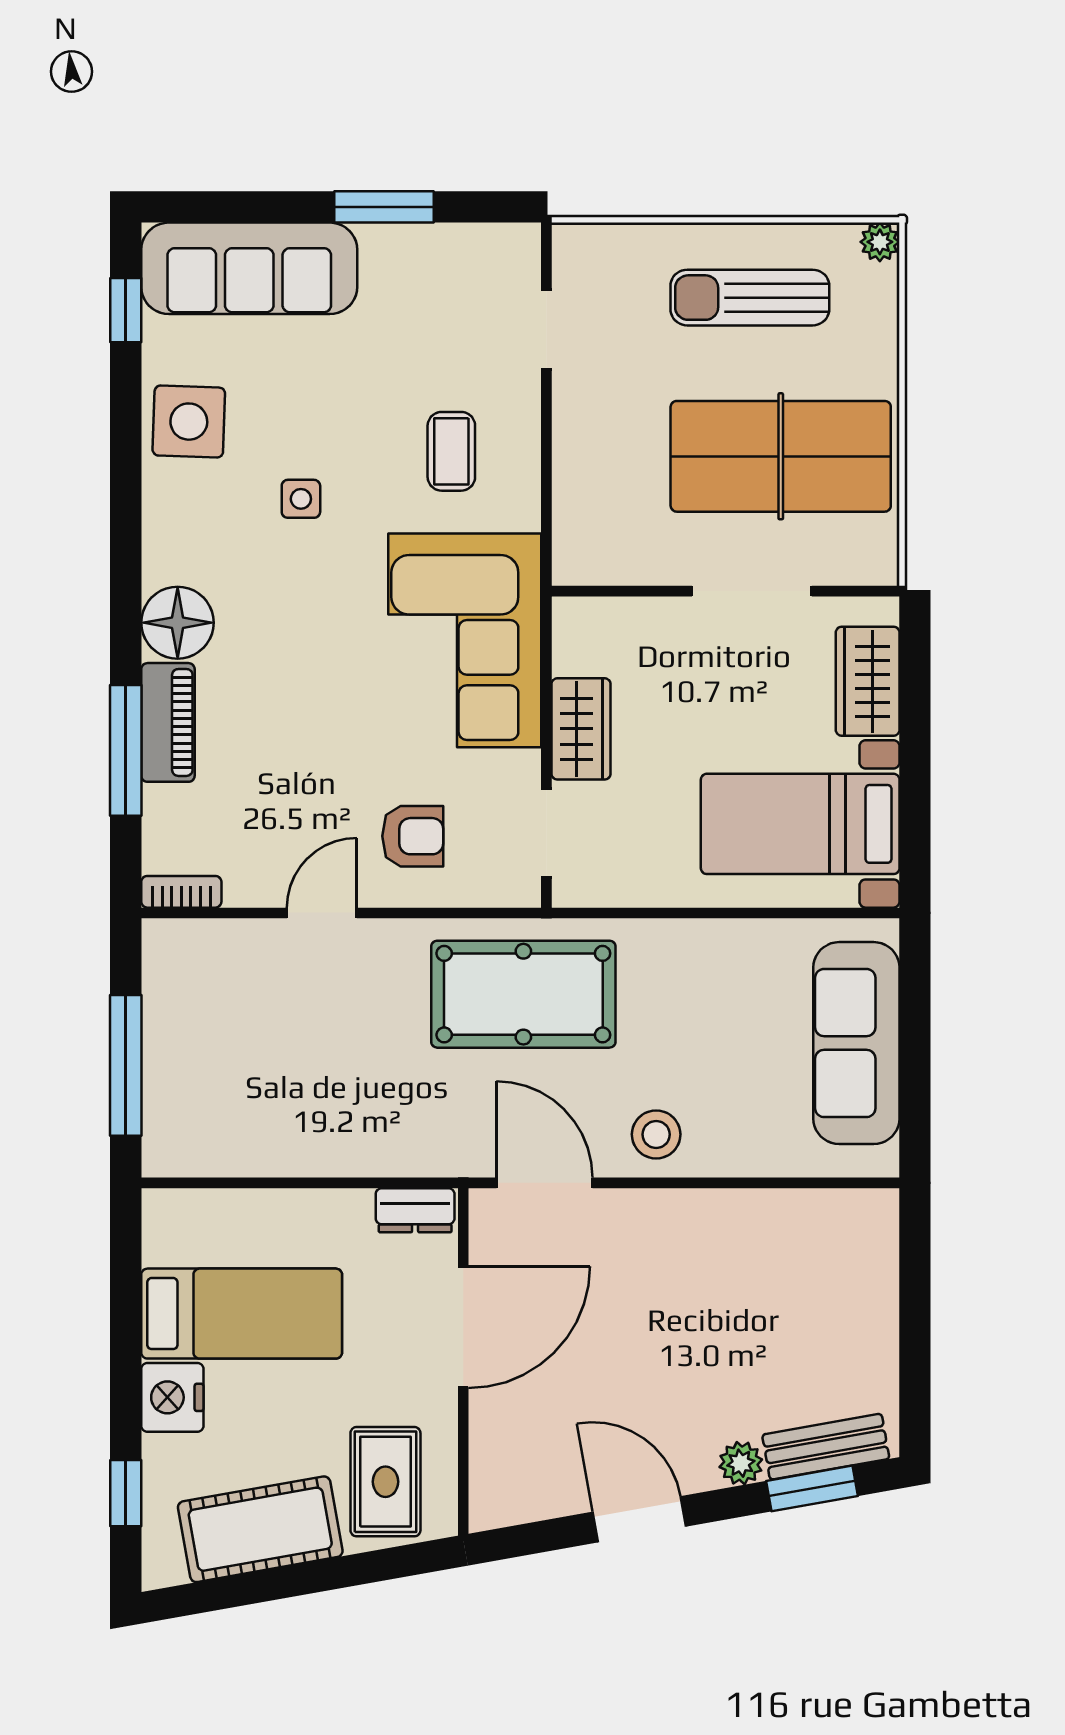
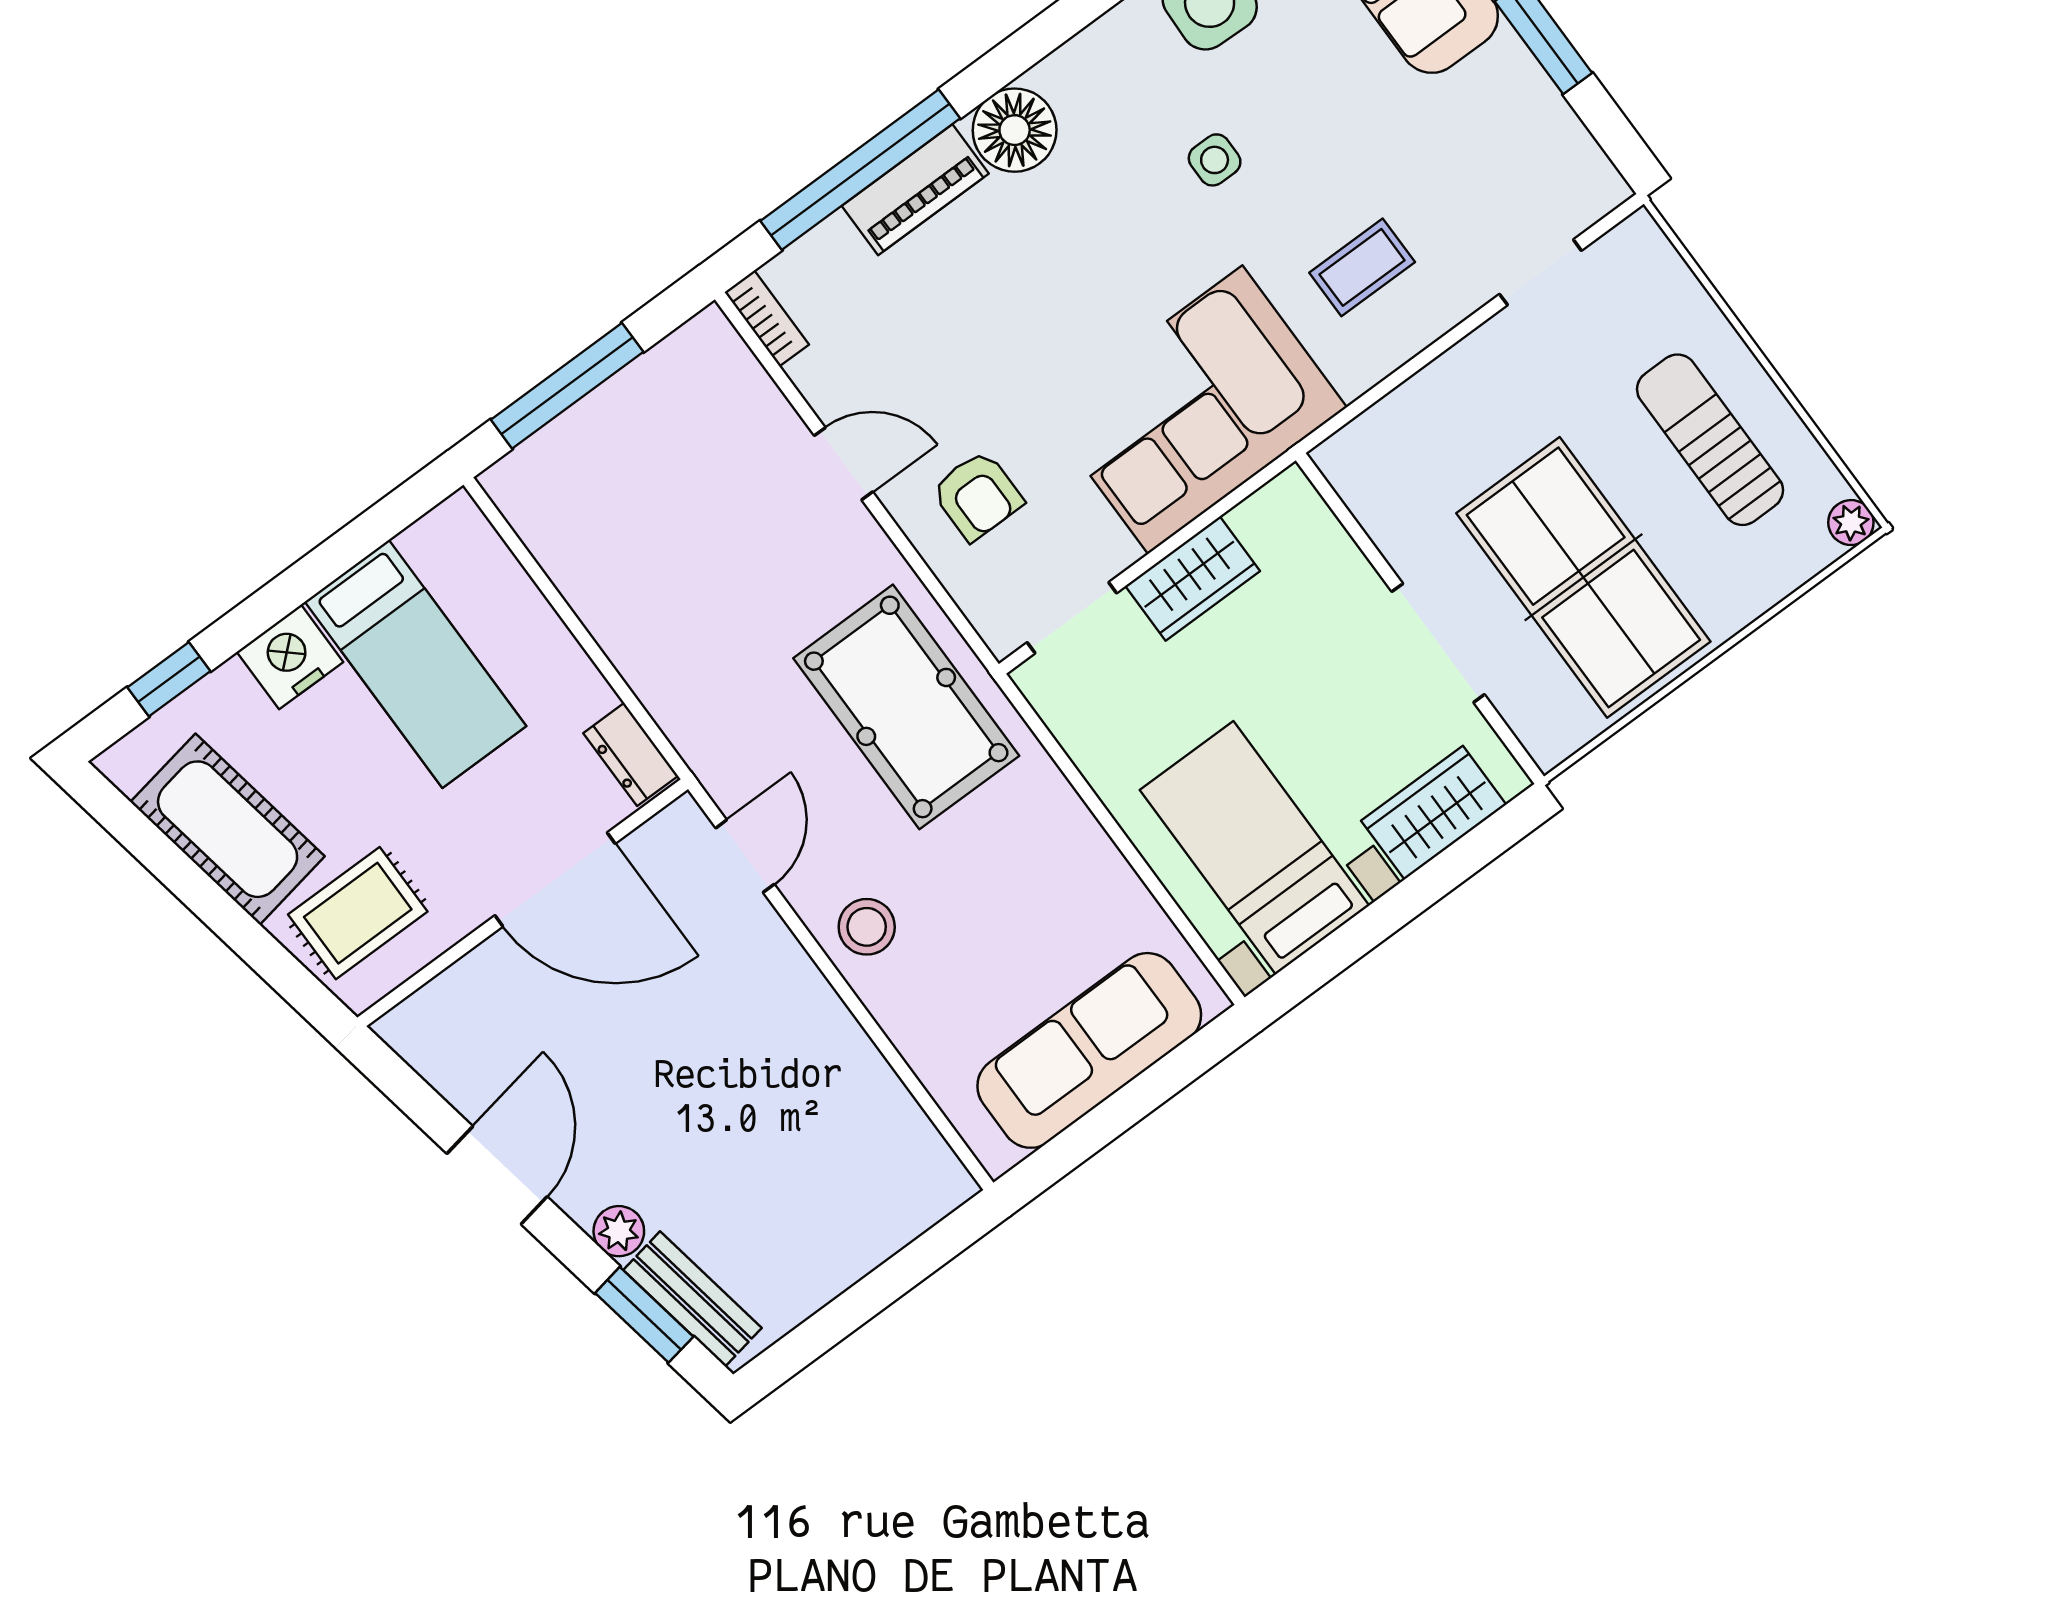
window: (126, 750) -> (860, 170), width x1.46
door: (544, 1183) -> (745, 856), width x0.73

